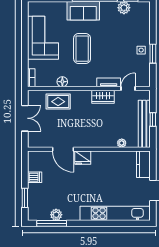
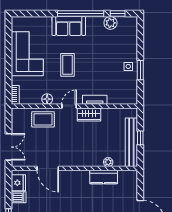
coffee table: (82, 49) -> (67, 65), width x0.73, depth x0.76
door: (128, 89) -> (69, 106), moved
double door: (25, 118) -> (9, 147), moved
fridge: (83, 158) -> (18, 183), moved, turned -90
kitchen counter: (143, 164) -> (104, 177), moved, turned -90

